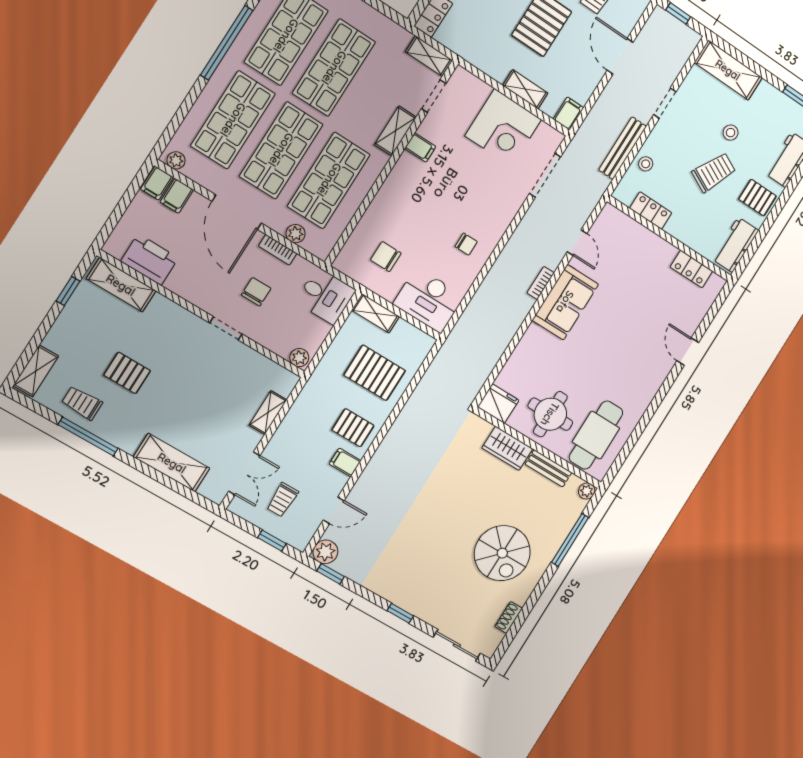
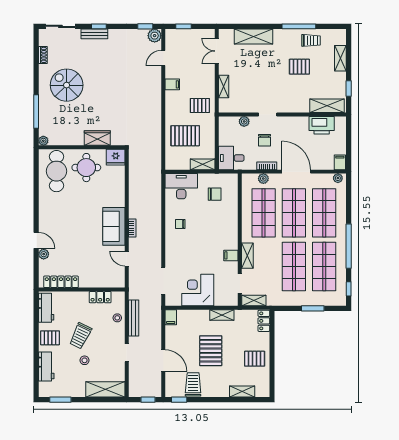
shelving: (525, 89) -> (222, 315), moved
filing cabinet: (177, 196) -> (328, 162), removed
locker: (691, 269) -> (61, 282), width x1.53
plant: (690, 325) -> (44, 254), added
plant: (299, 358) -> (244, 121), moved
shelving: (36, 371) -> (340, 58), moved
pallet: (353, 428) -> (200, 105), moved
bench: (549, 468) -> (94, 34), moved
trolley: (282, 500) -> (191, 49), removed

